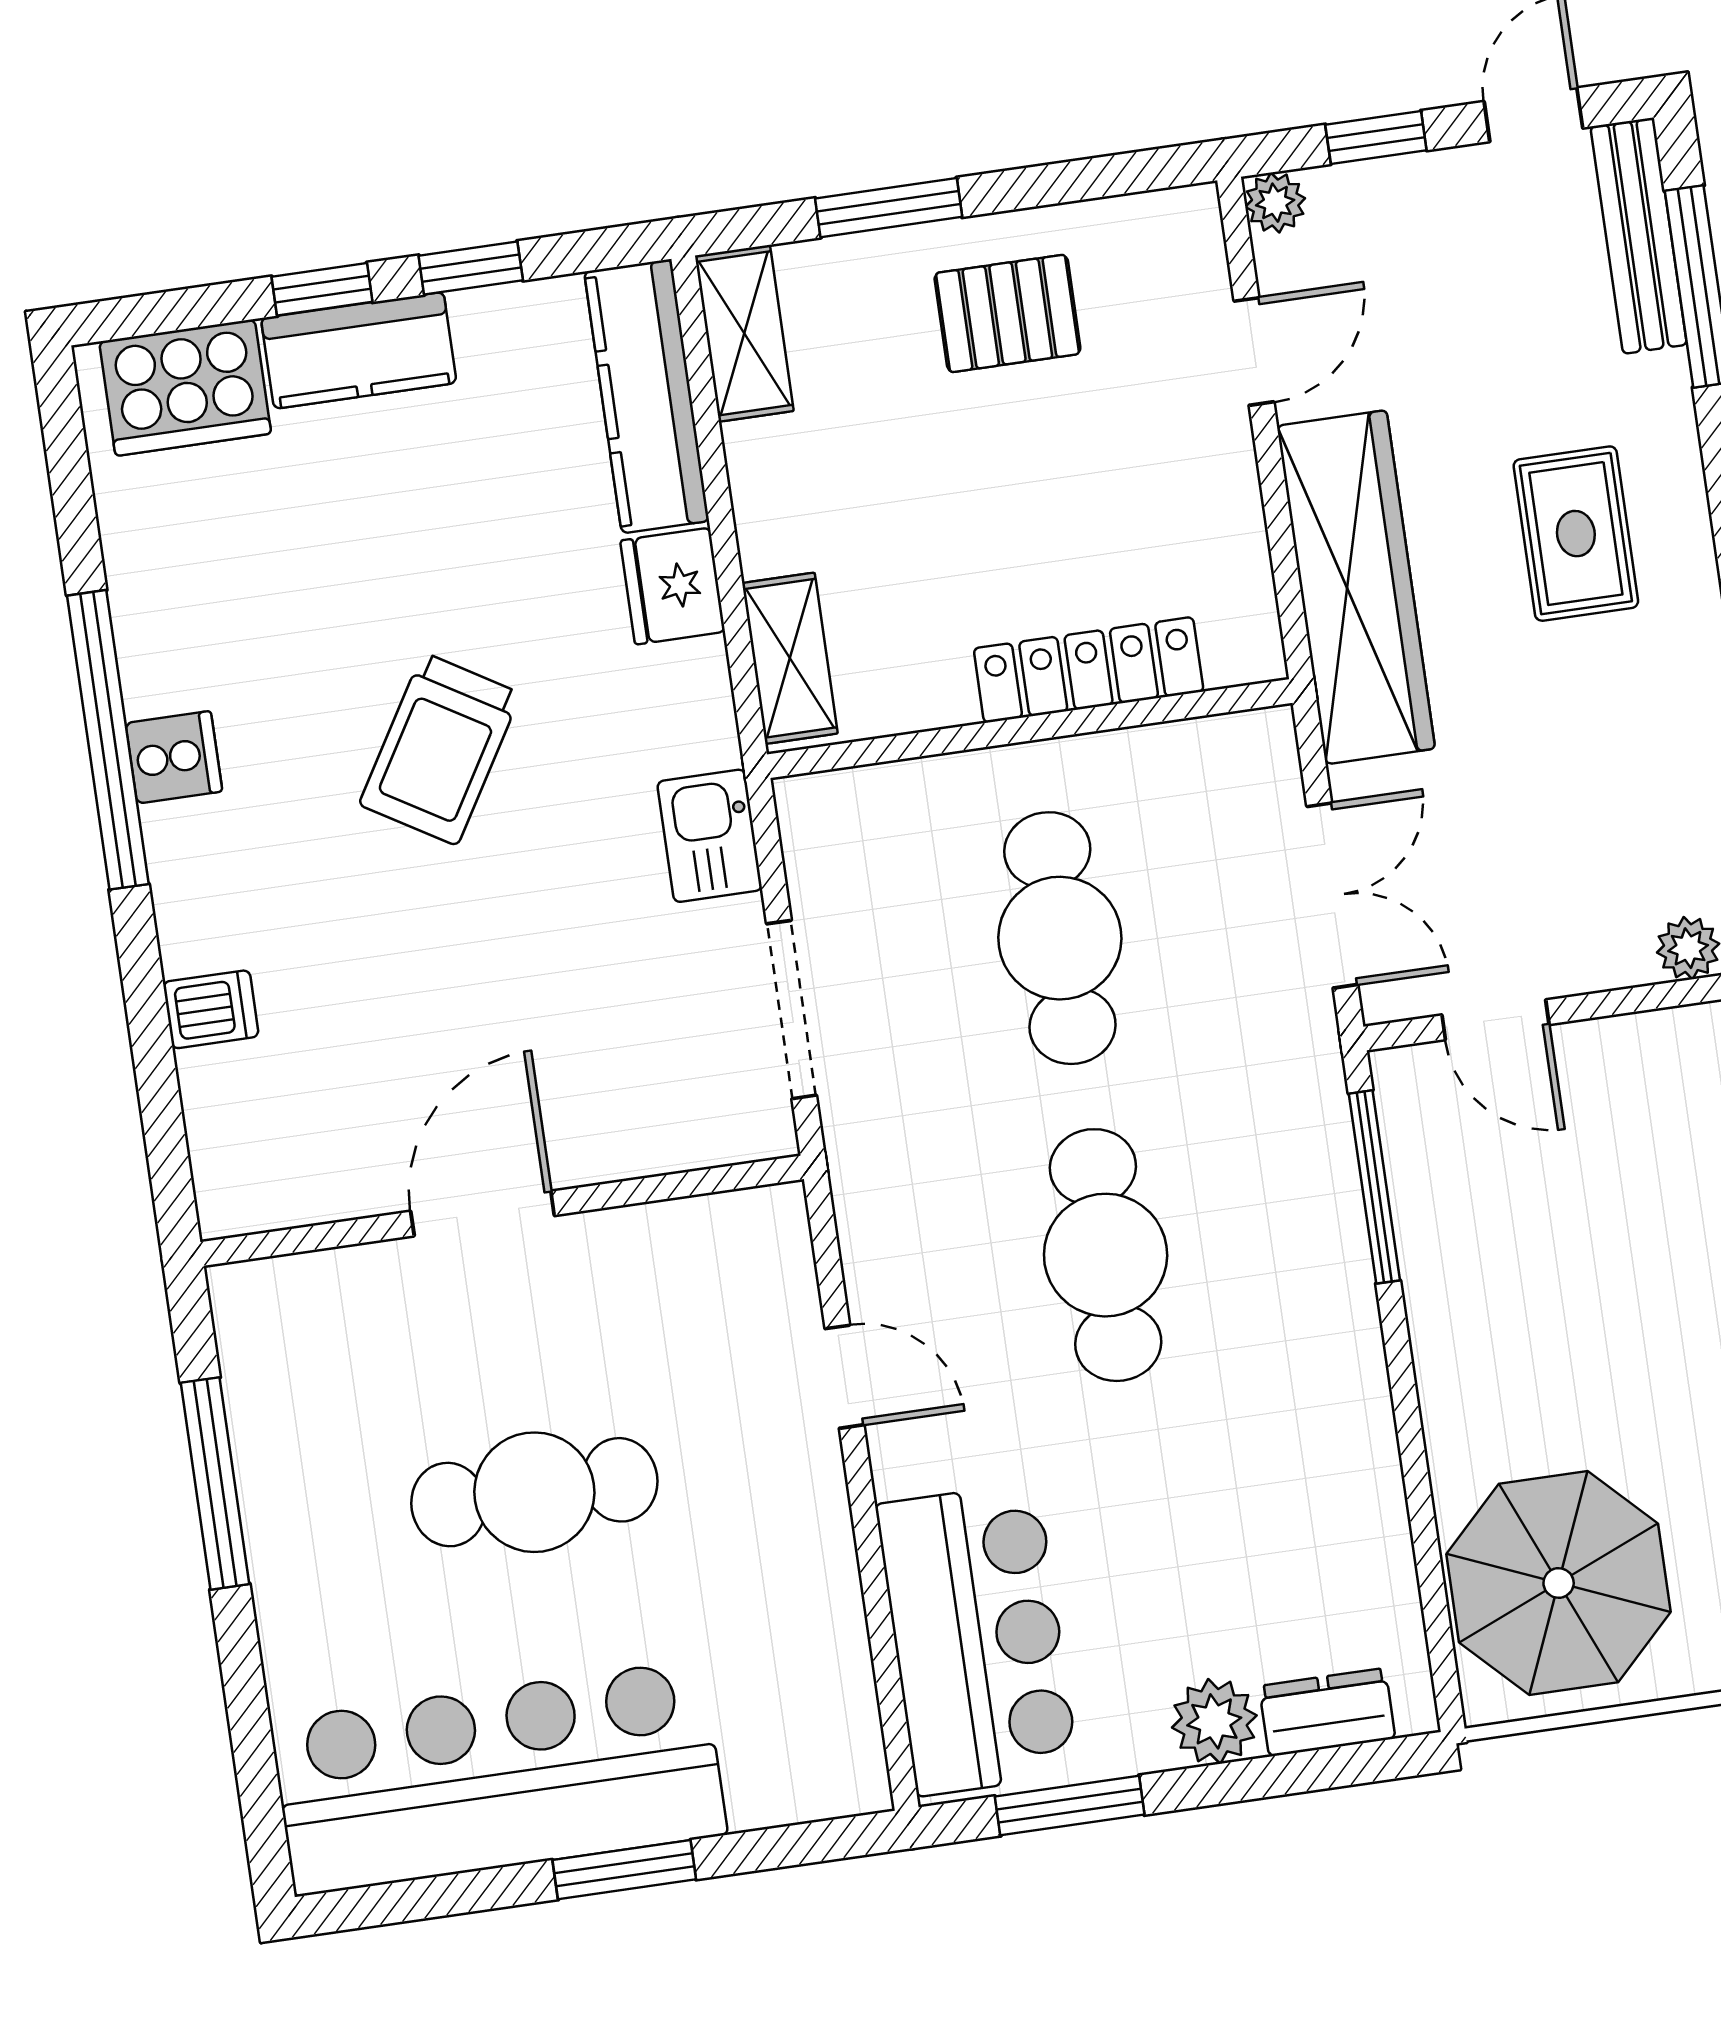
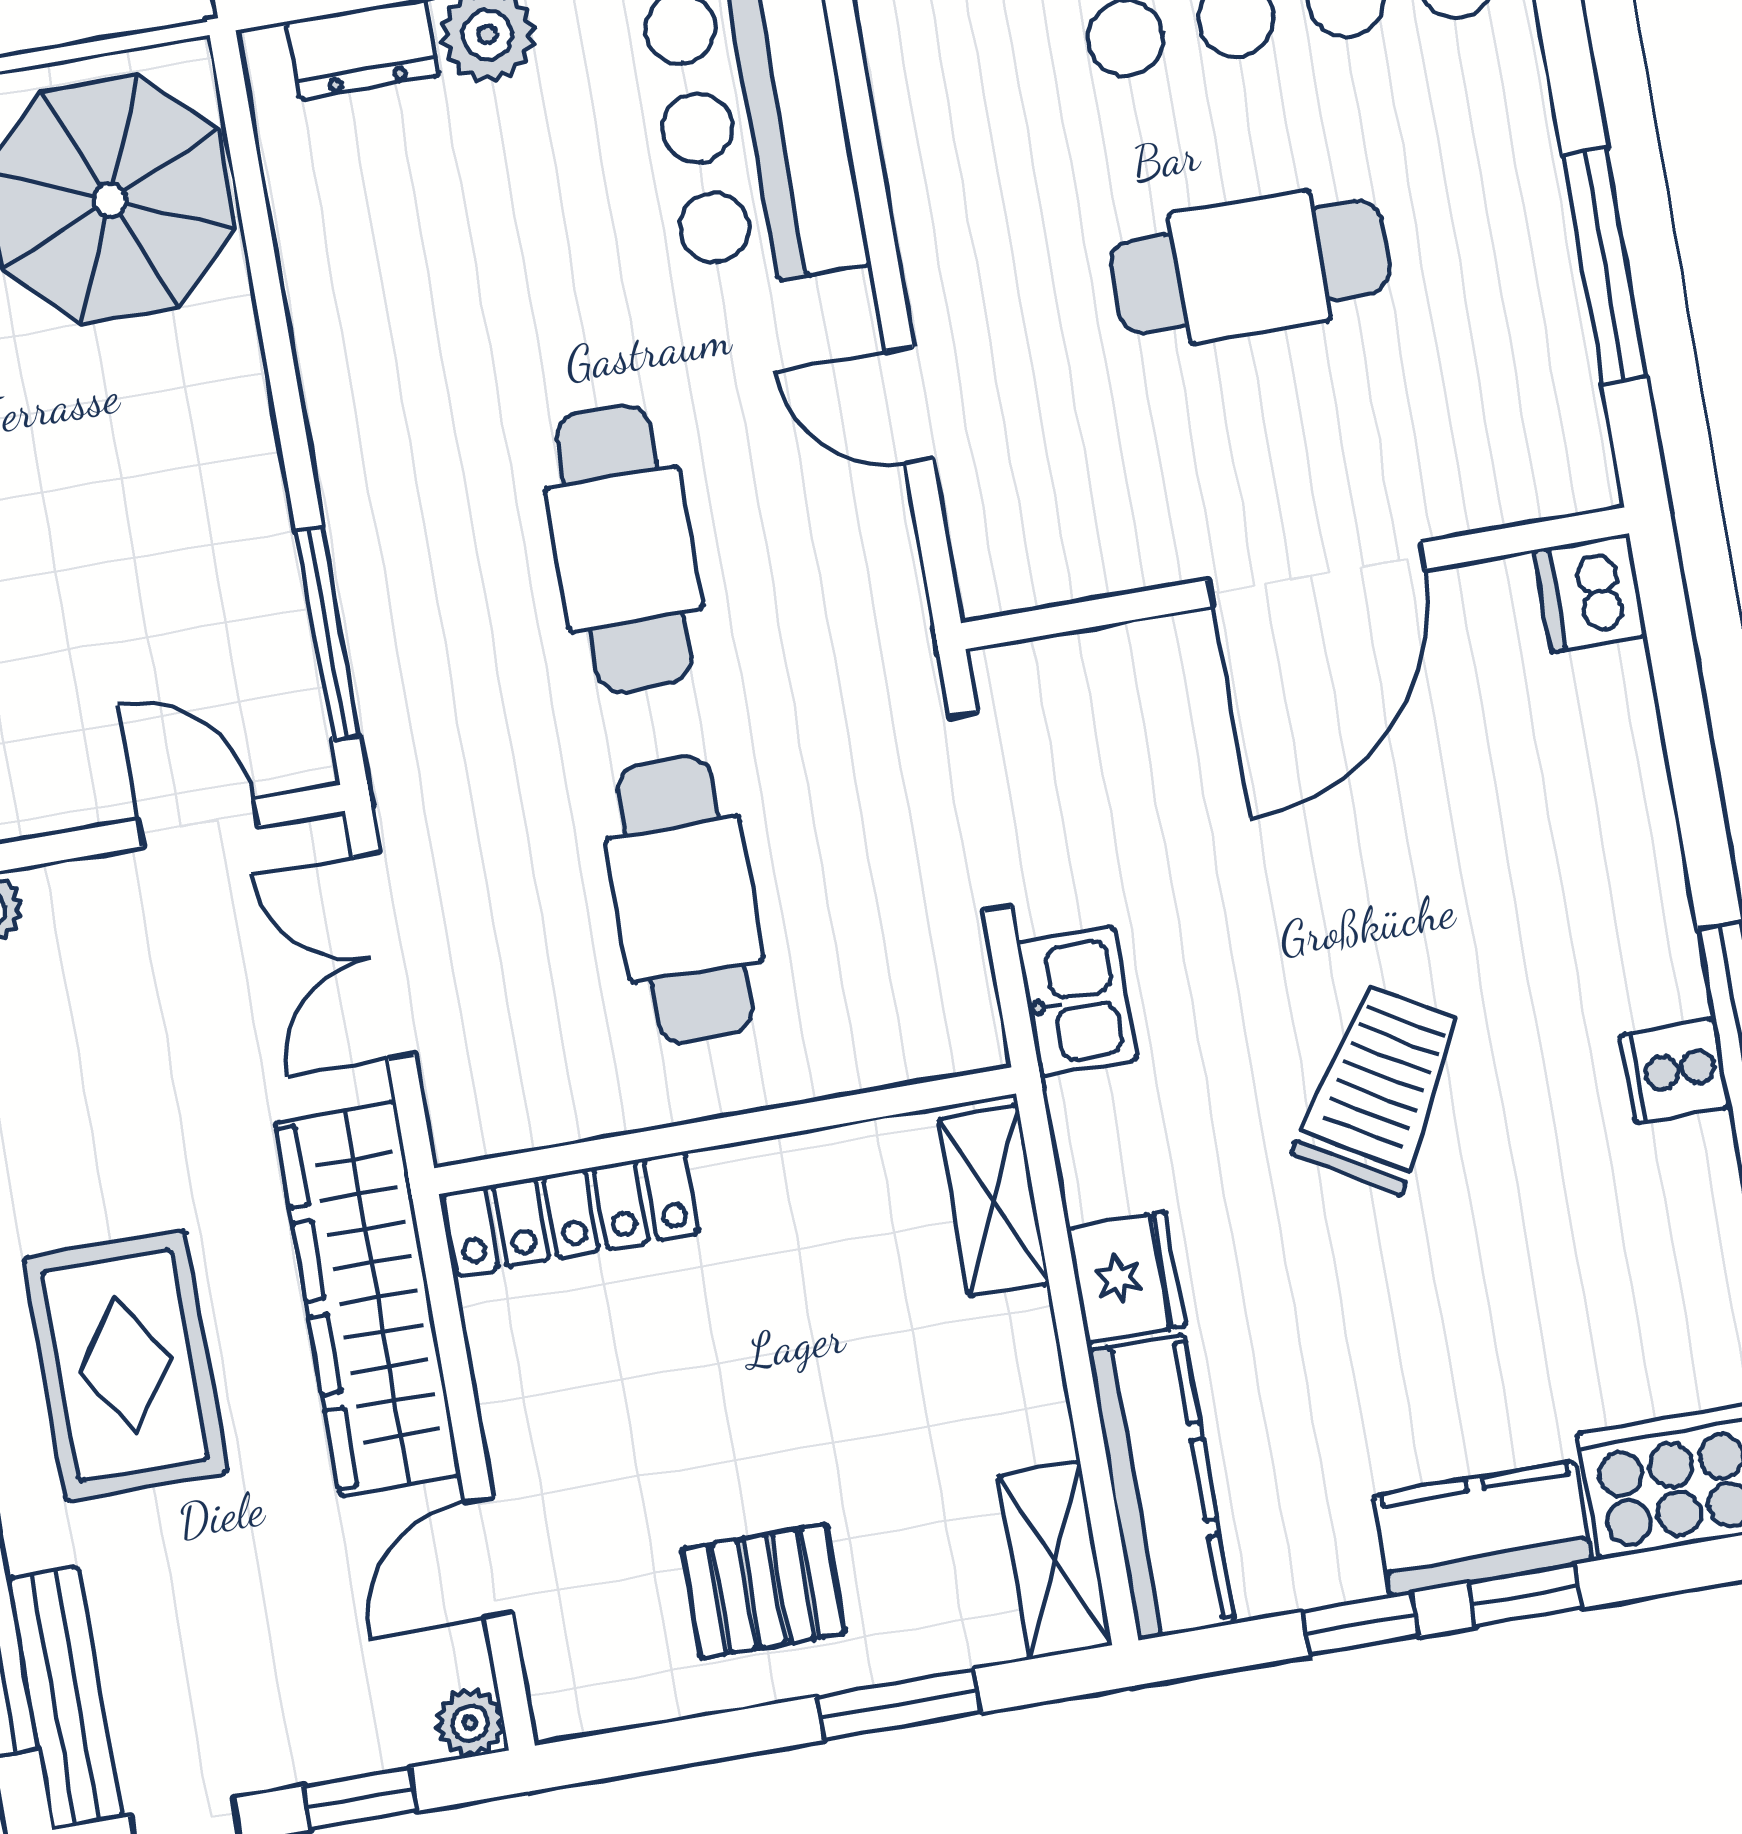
rug: (1576, 534) -> (125, 1365), width x1.36, depth x1.43
locker: (1089, 670) -> (571, 1214), moved
dishwasher: (211, 1009) -> (1590, 593), moved, width x1.38
door: (483, 1213) -> (1317, 575), width x1.36

